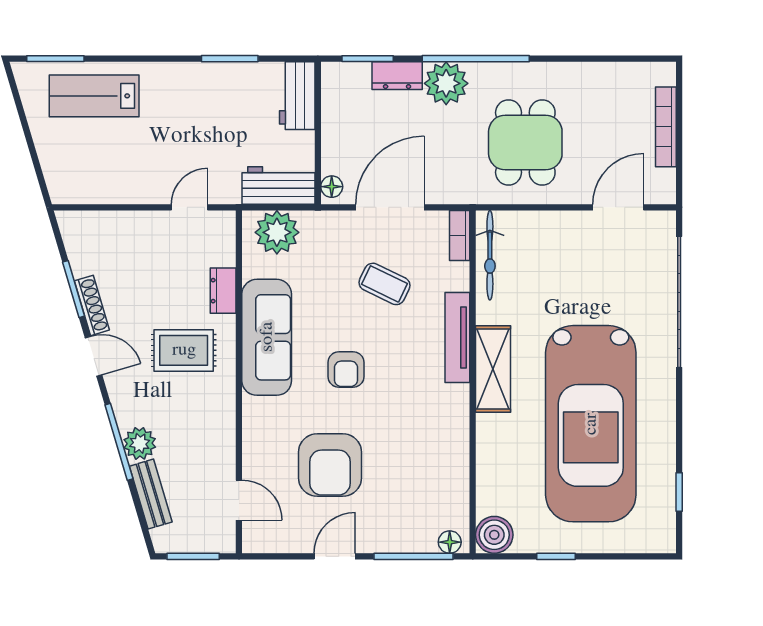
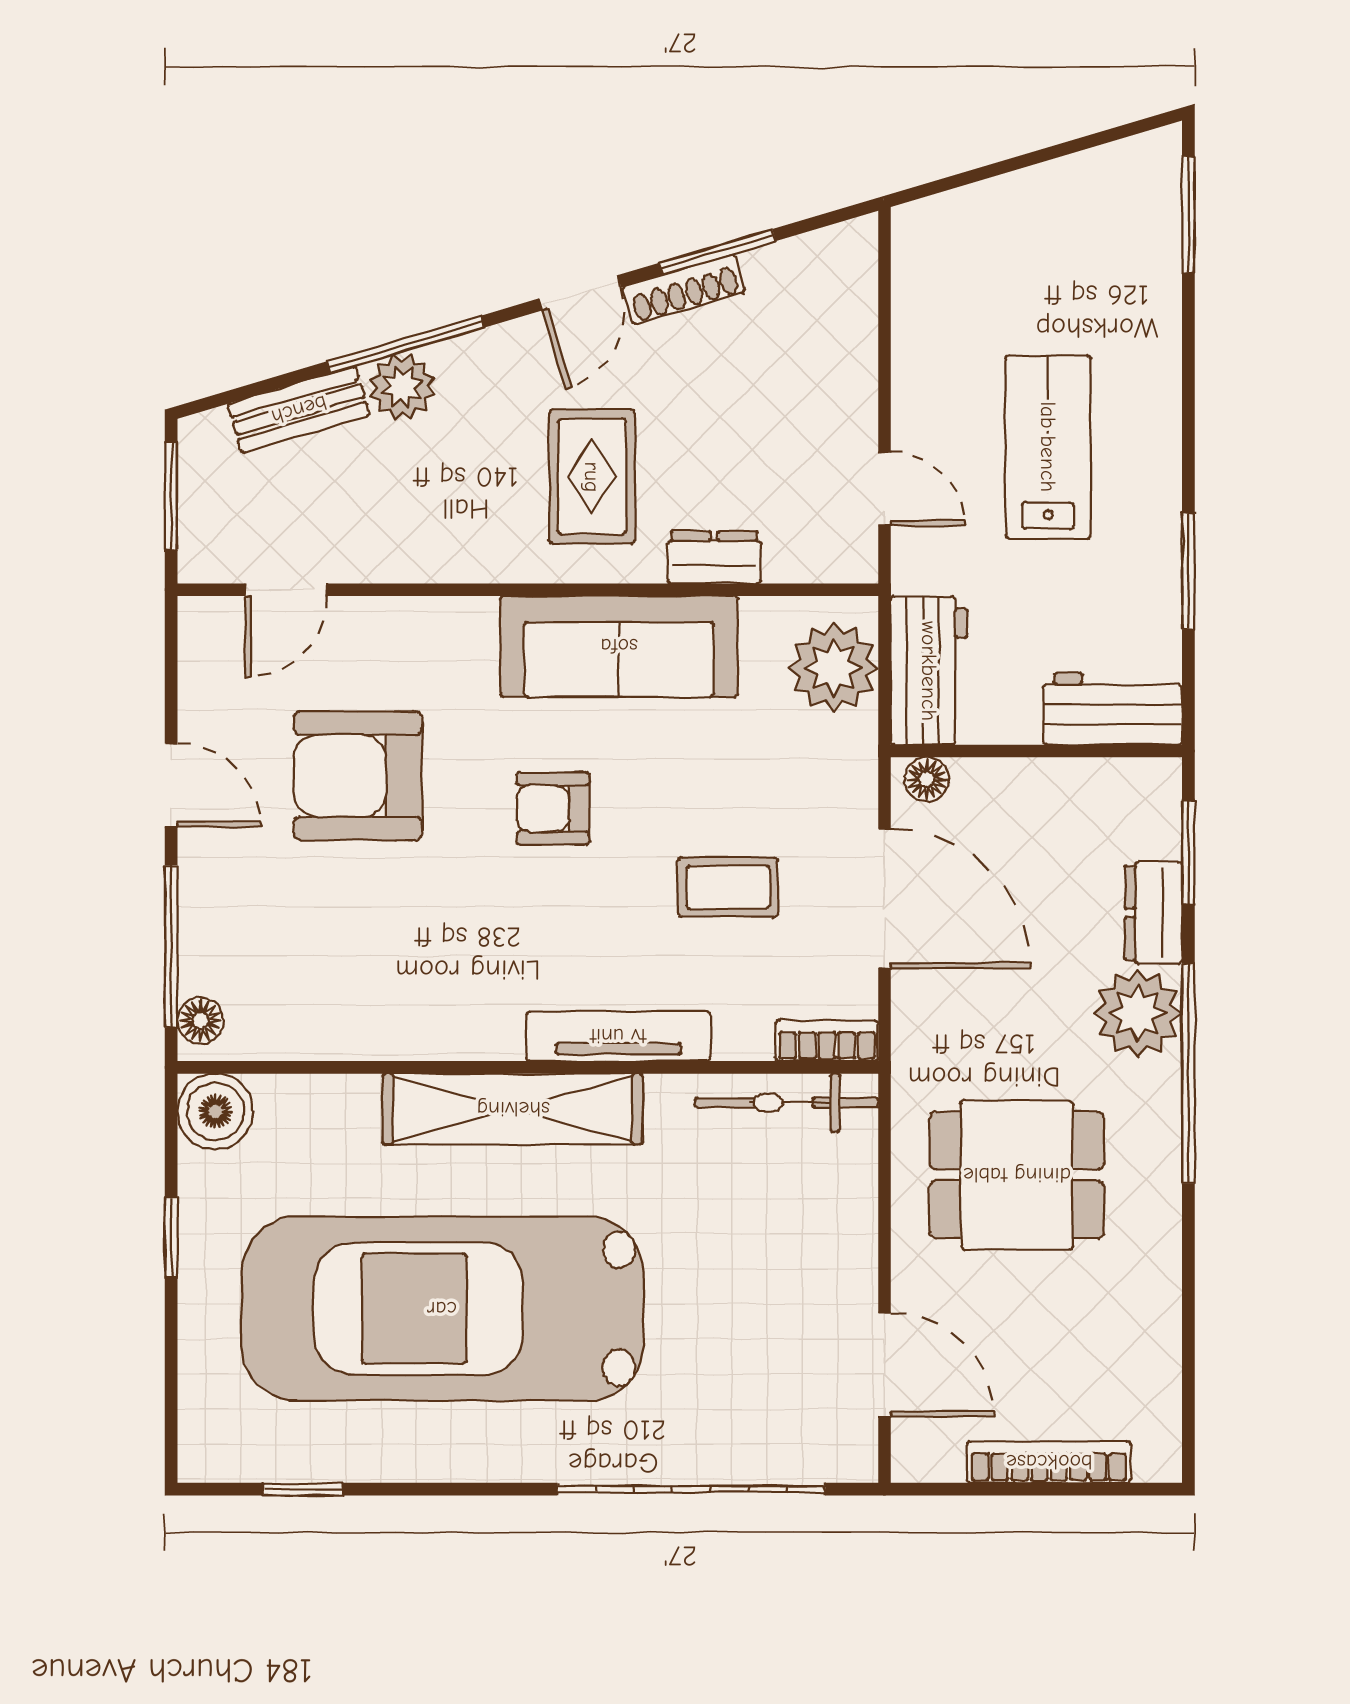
lab bench: (94, 96) -> (1048, 447), moved
coffee table: (385, 284) -> (728, 887), turned 64
shelving: (493, 369) -> (513, 1109), width x1.47

